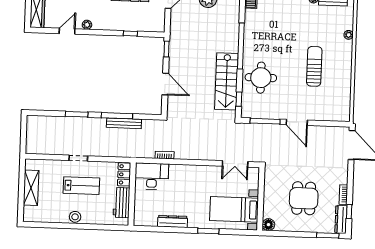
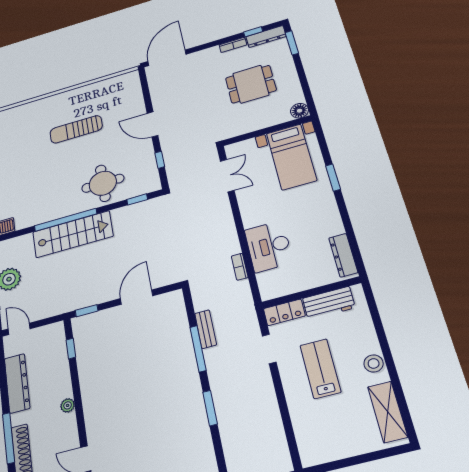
plant: (87, 25) -> (68, 405), moved
window: (130, 34) -> (71, 349), moved
plant: (349, 35) -> (30, 107), removed
stairs: (226, 81) -> (73, 234), moved
window: (265, 121) -> (160, 160), width x0.46
door: (297, 122) -> (153, 124), swing flipped
bench: (124, 123) -> (206, 329), width x0.73
doorway: (78, 158) -> (269, 349), moved
desk: (152, 176) -> (269, 246), moved
shelving: (31, 188) -> (388, 412), moved, turned 90
dresser: (173, 222) -> (343, 255), moved

